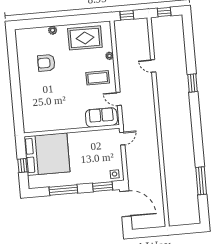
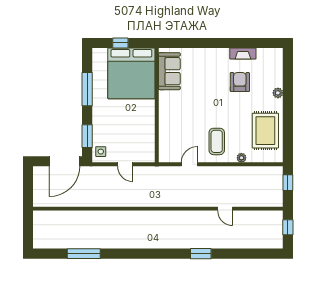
fireplace: (22, 62) -> (243, 54), added
door: (153, 66) -> (225, 209), swing flipped
sofa: (101, 117) -> (169, 71), moved
door: (122, 139) -> (125, 164), moved

